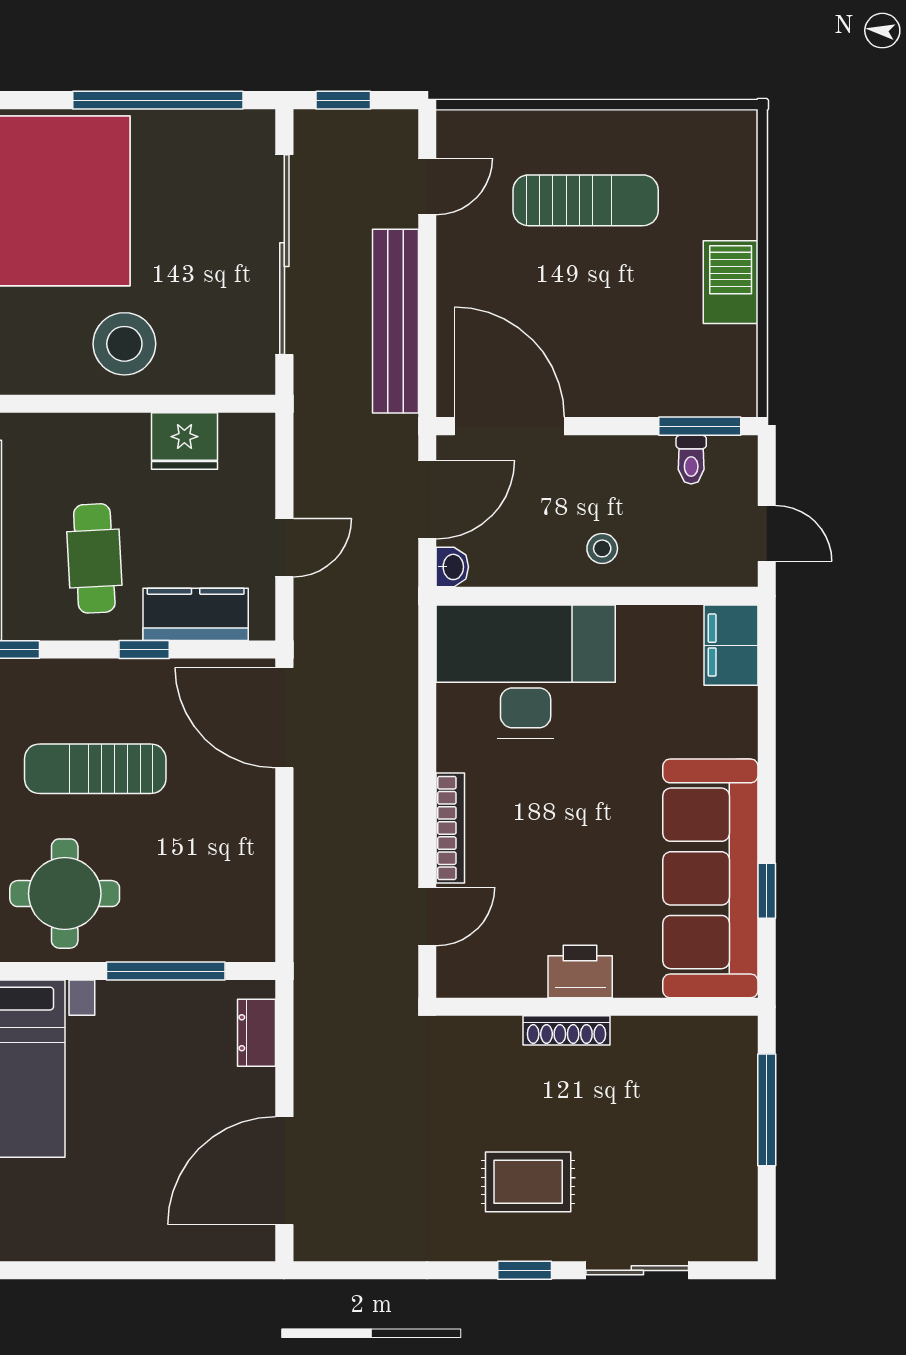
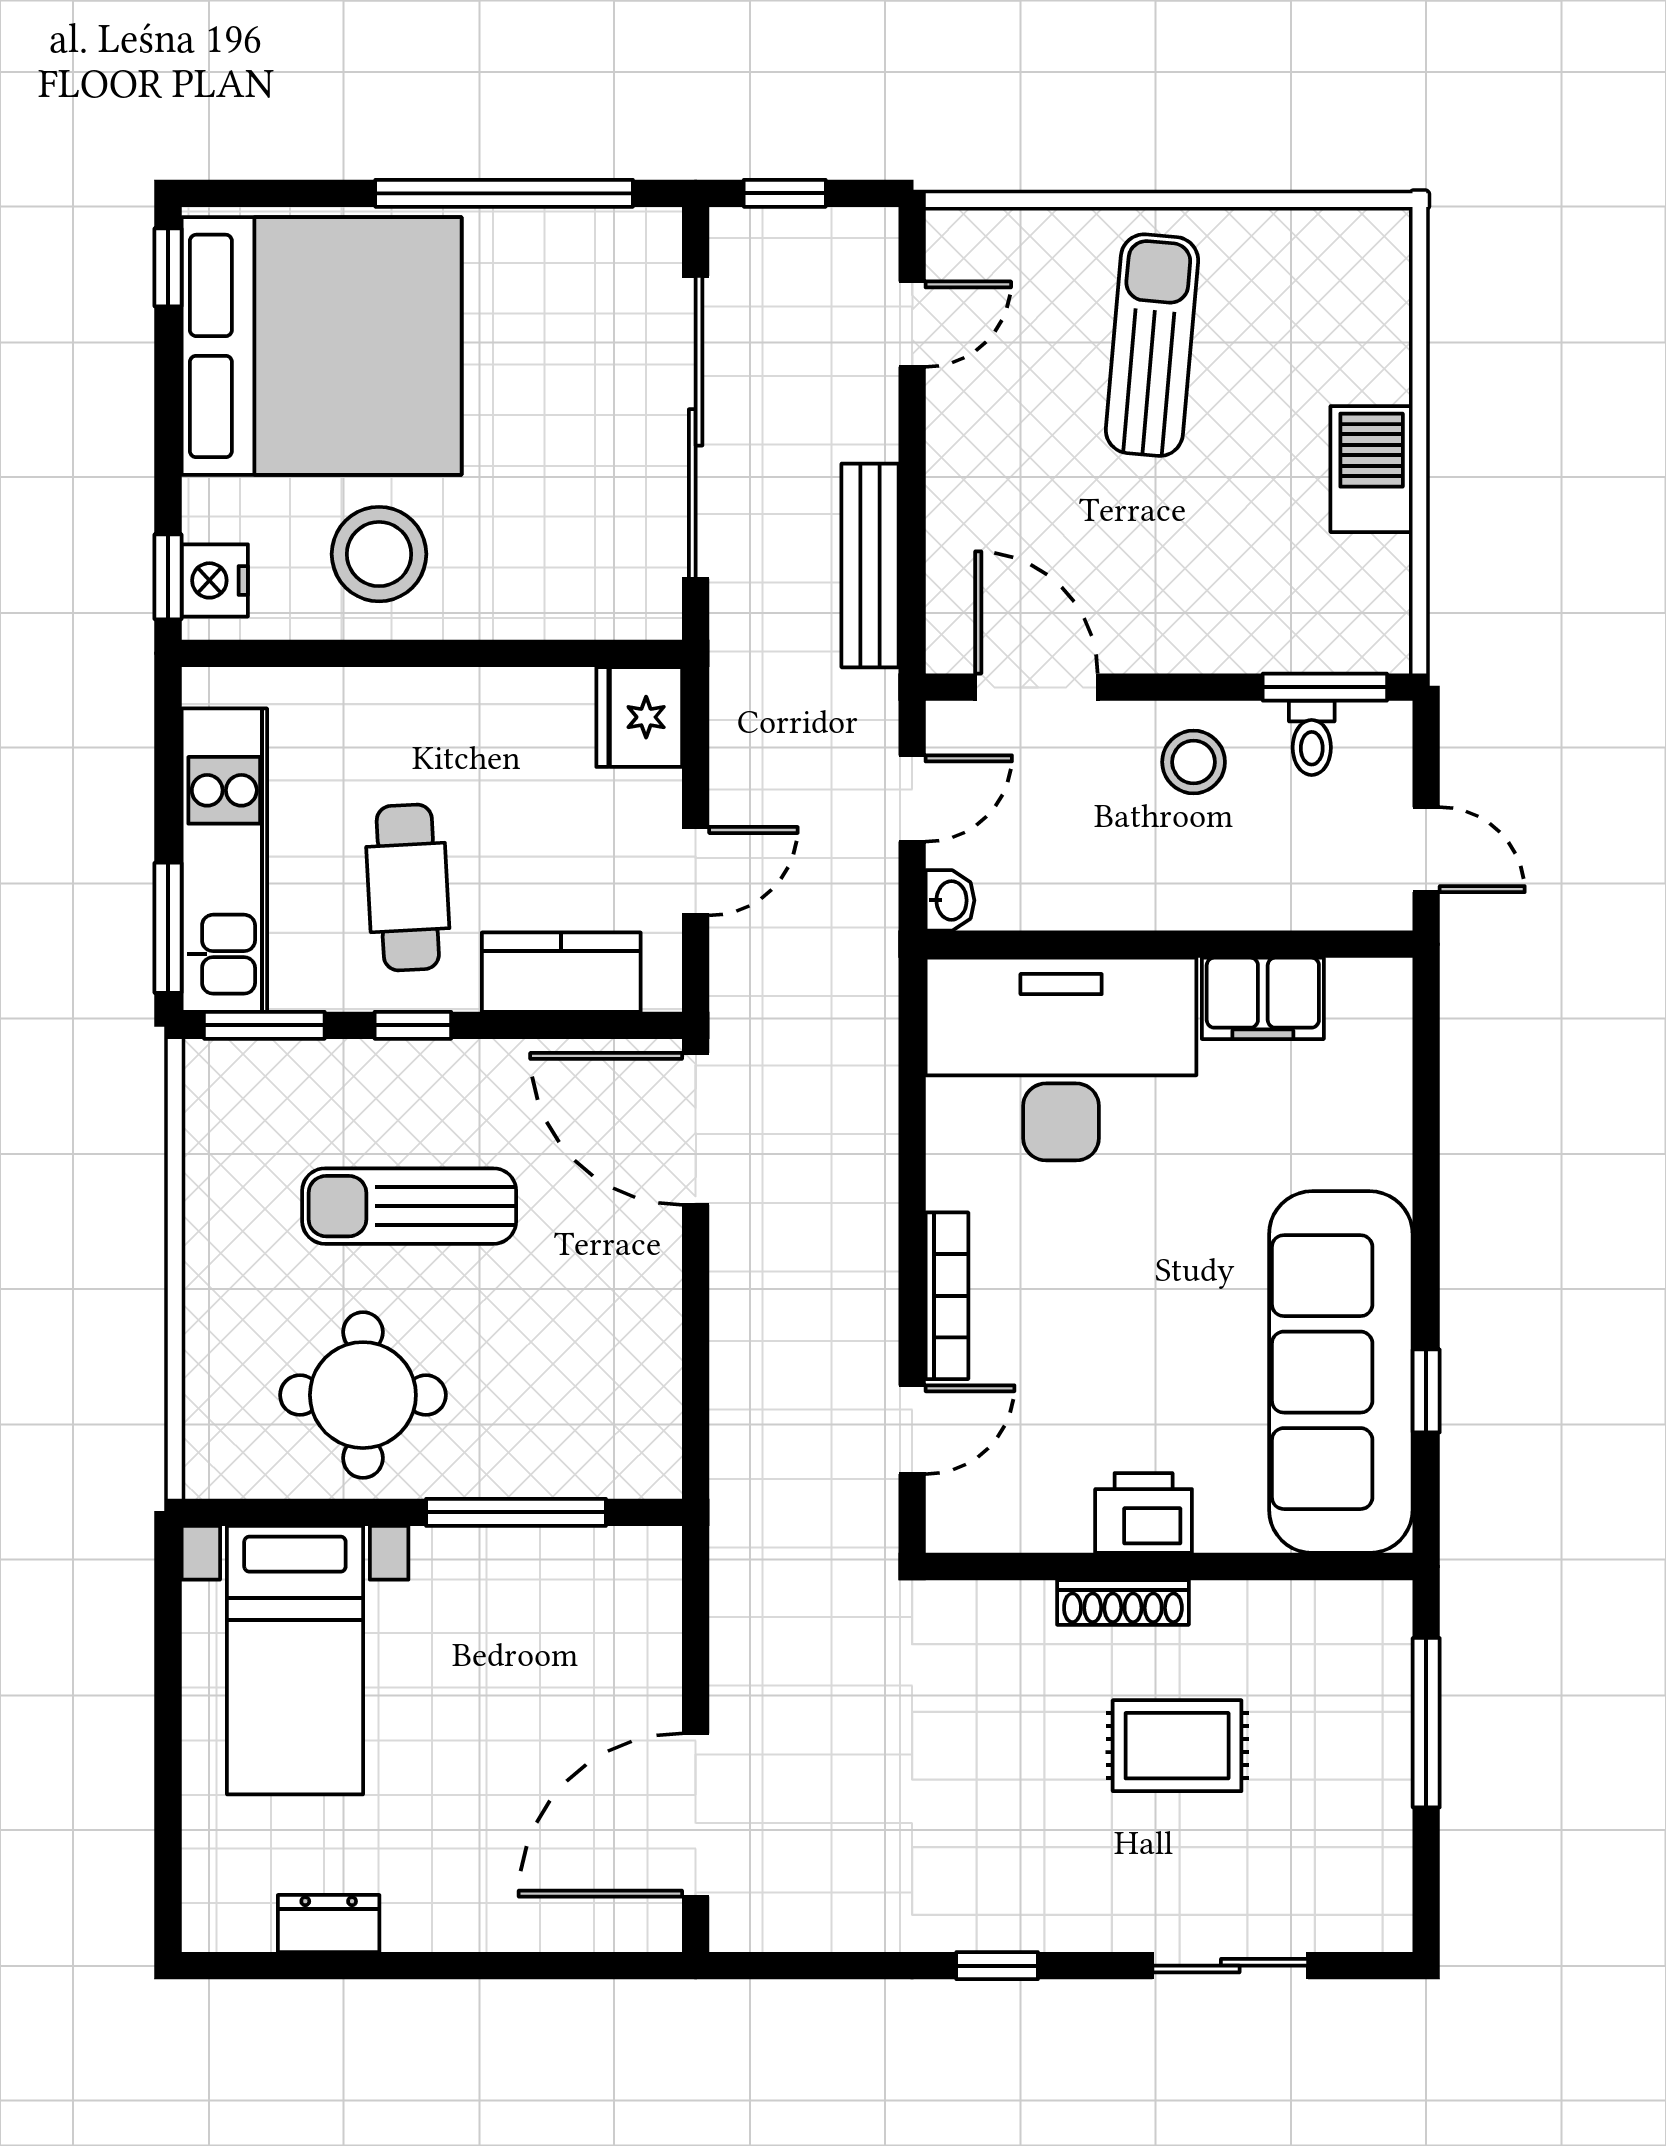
sun lounger: (586, 200) -> (1152, 345), turned -85
bench: (395, 321) -> (870, 565), width x0.73, depth x0.82
stool: (124, 344) -> (379, 554), moved
door: (509, 426) -> (1036, 687), width x0.73
fridge: (184, 441) -> (639, 717), moved, turned 90
door: (427, 500) -> (912, 799), width x0.73
stool: (602, 548) -> (1194, 762), moved, width x1.37, depth x1.37
filing cabinet: (731, 645) -> (1263, 998), moved, turned -90
window: (144, 649) -> (413, 1025), moved
dresser: (257, 1033) -> (329, 1924), moved, turned 90
rug: (528, 1182) -> (1177, 1746), moved
window: (525, 1270) -> (997, 1966), moved

